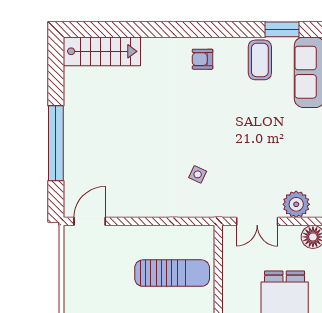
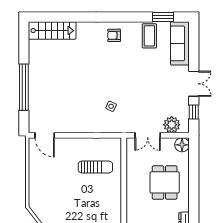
door: (90, 221) -> (45, 135), swing flipped
sun lounger: (172, 273) -> (95, 167), width x0.73, depth x0.75

